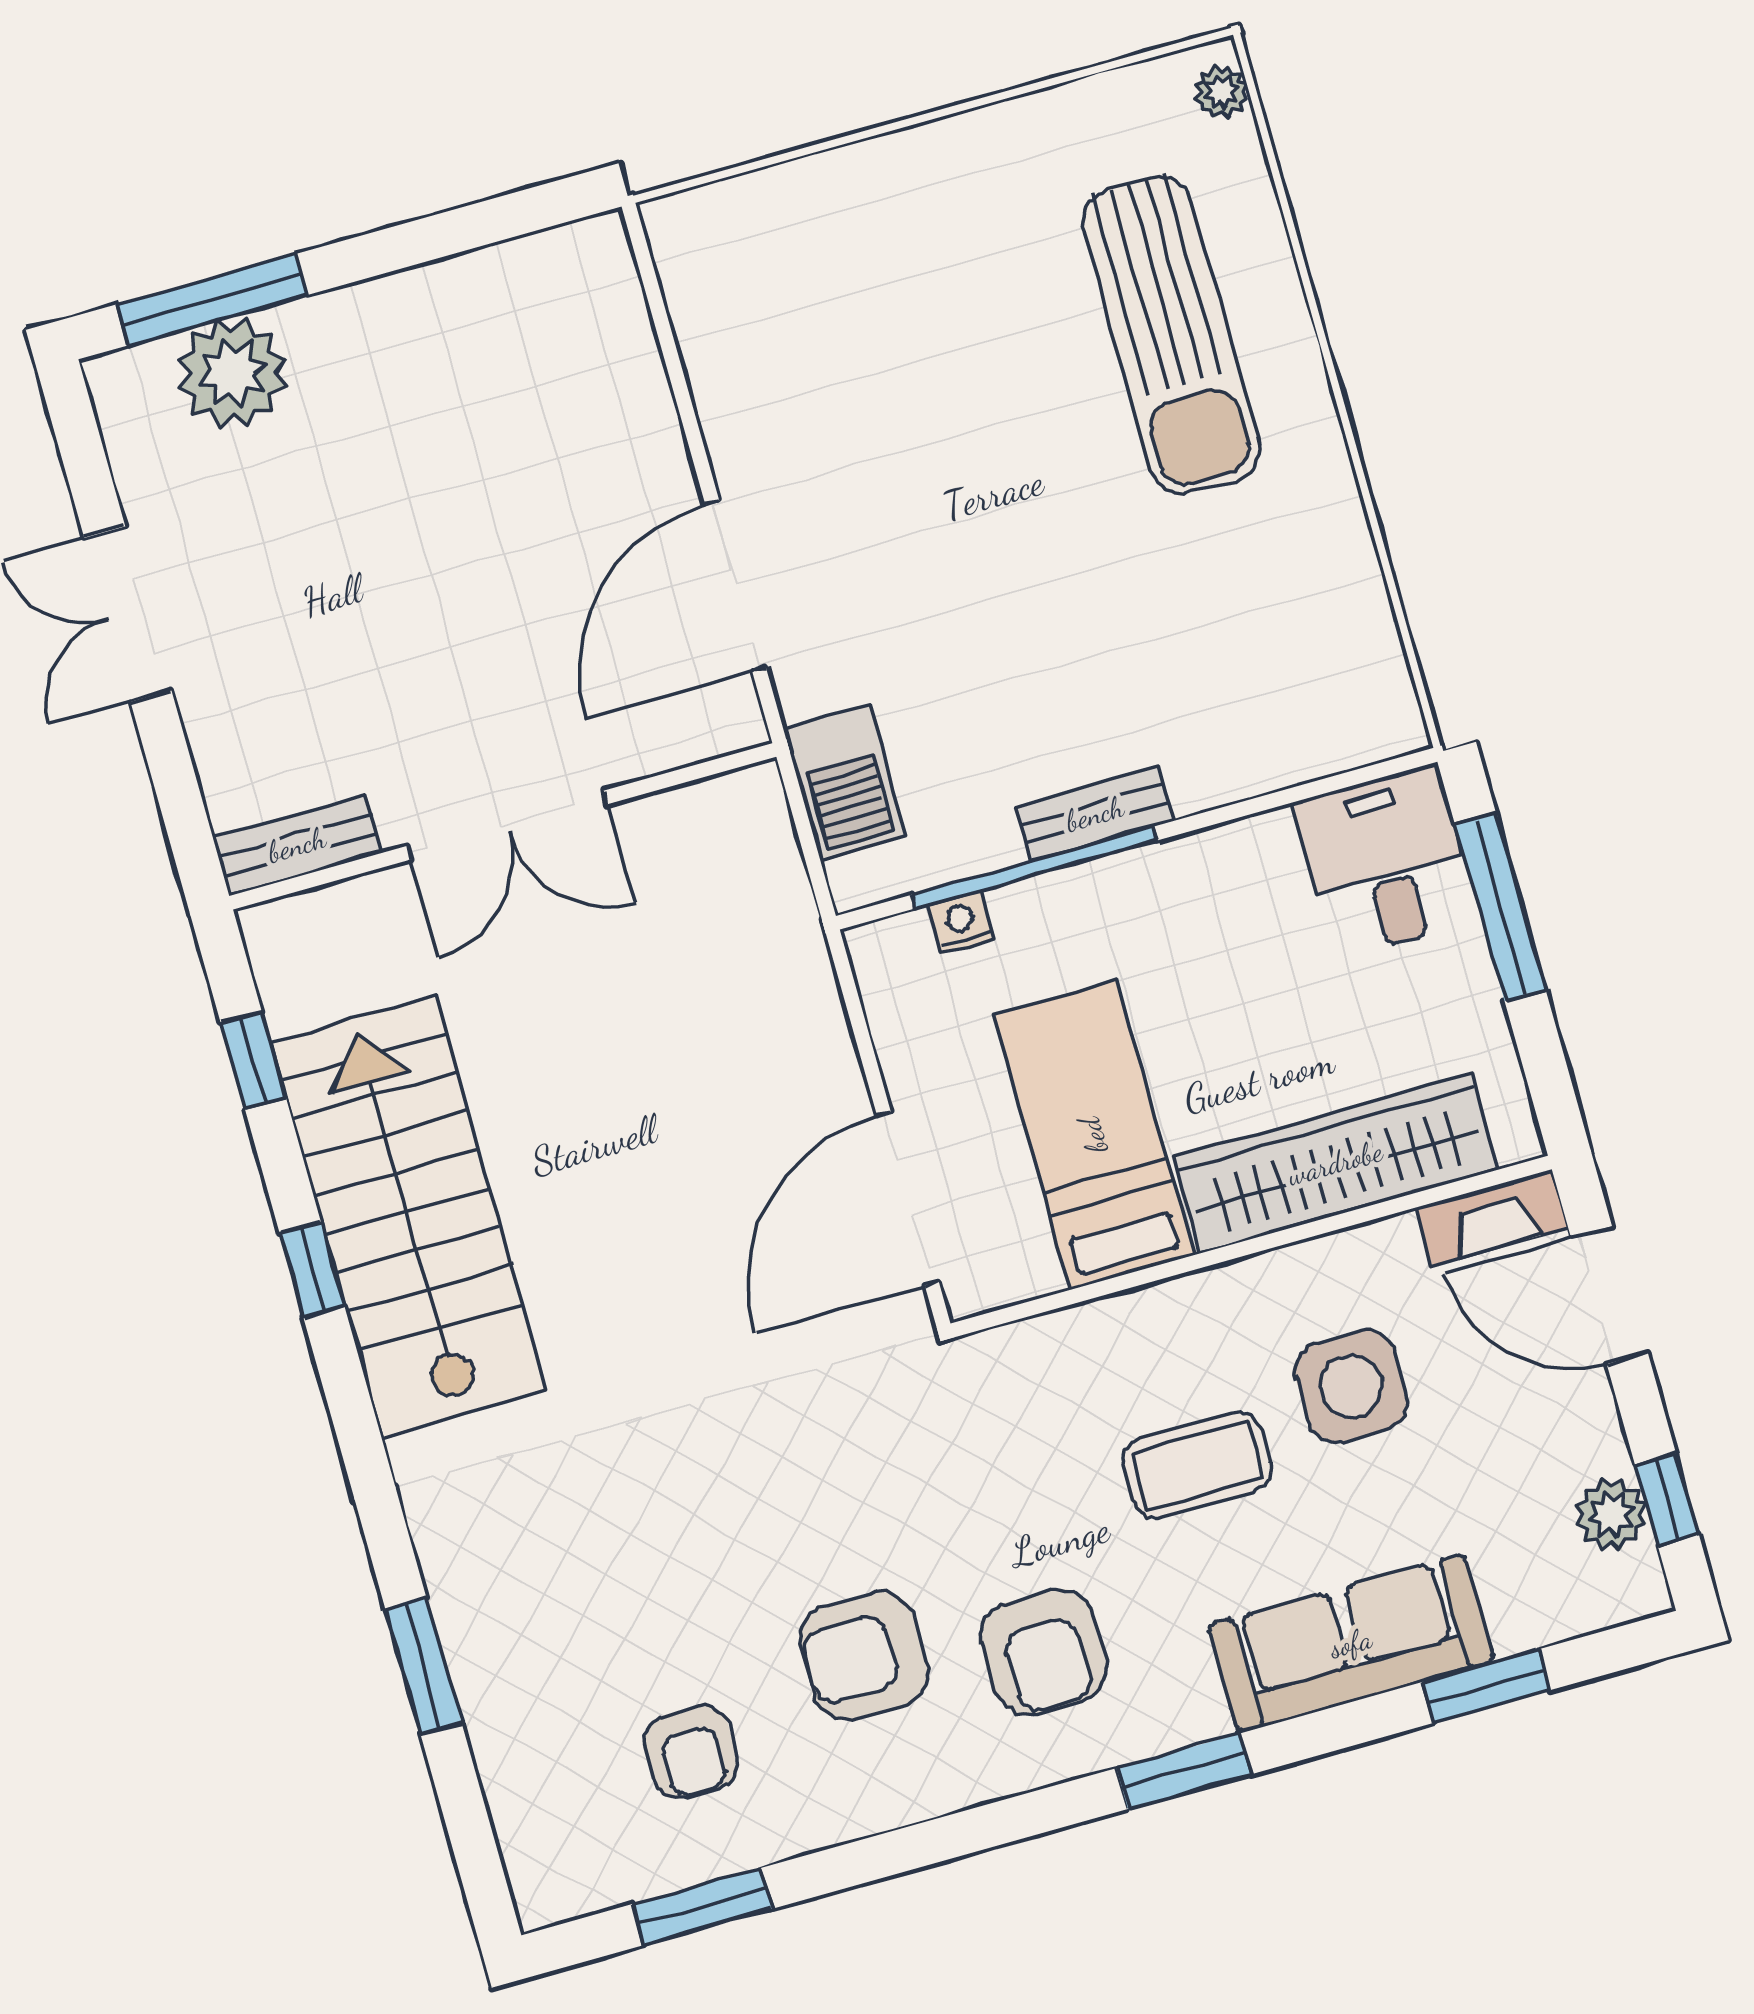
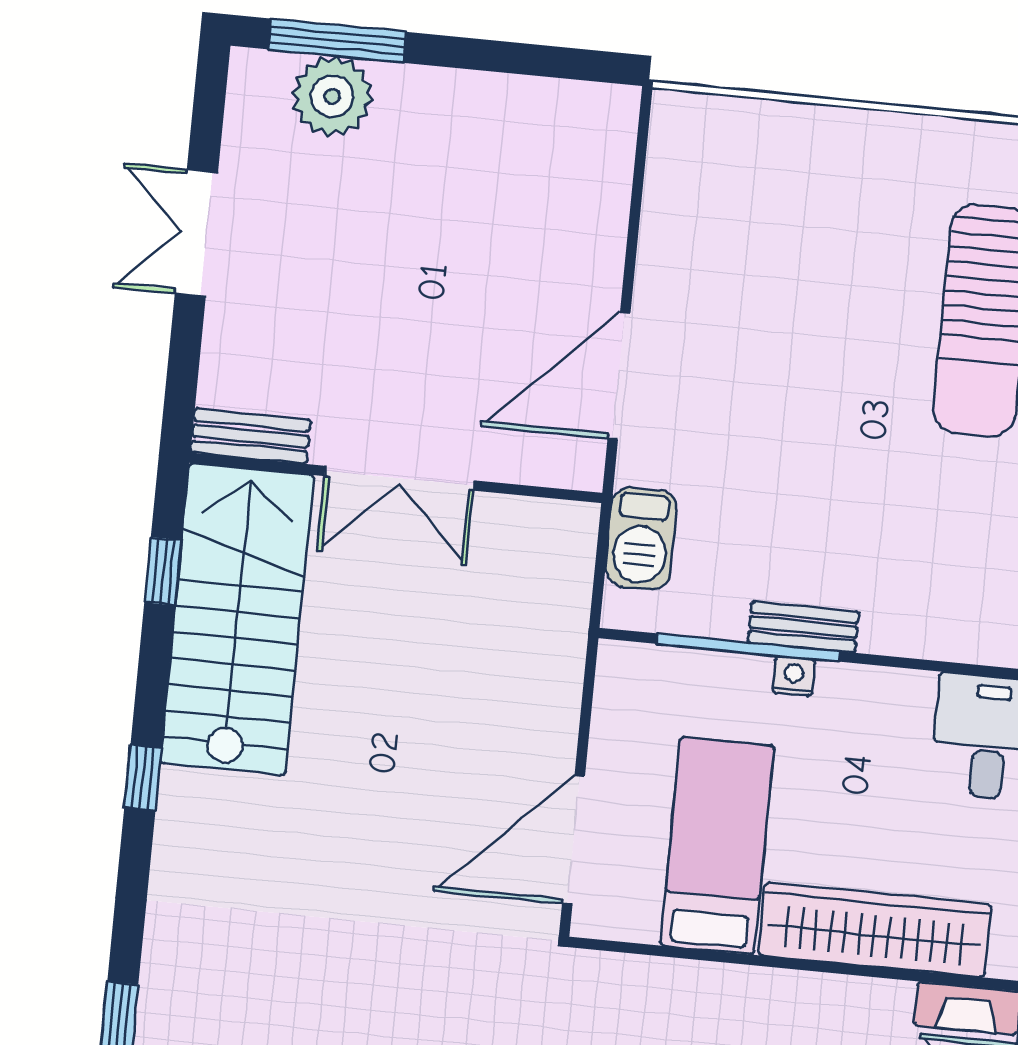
nightstand: (961, 922) -> (794, 676), moved
stairs: (408, 1217) -> (237, 619), moved
window: (312, 1270) -> (143, 778), moved

